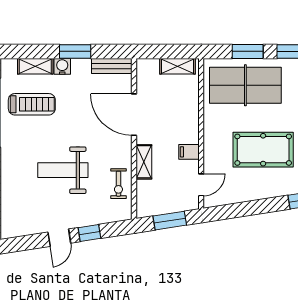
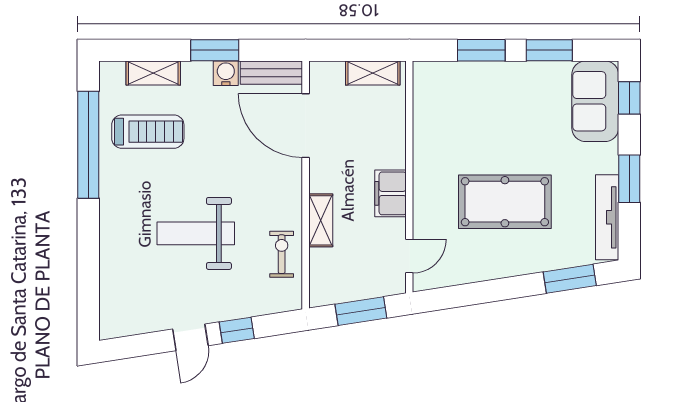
water cooler: (62, 66) -> (226, 73), moved
table tennis table: (245, 85) -> (477, 102), removed
door: (134, 115) -> (306, 126), moved
filing cabinet: (189, 152) -> (390, 193), width x2.00
exercise bike: (118, 184) -> (282, 254), turned 180

